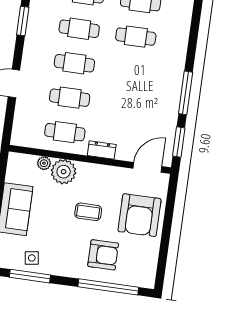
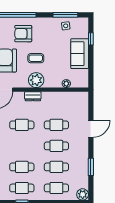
cafe table: (65, 132) -> (22, 125), moved
plant: (64, 172) -> (36, 80), moved

